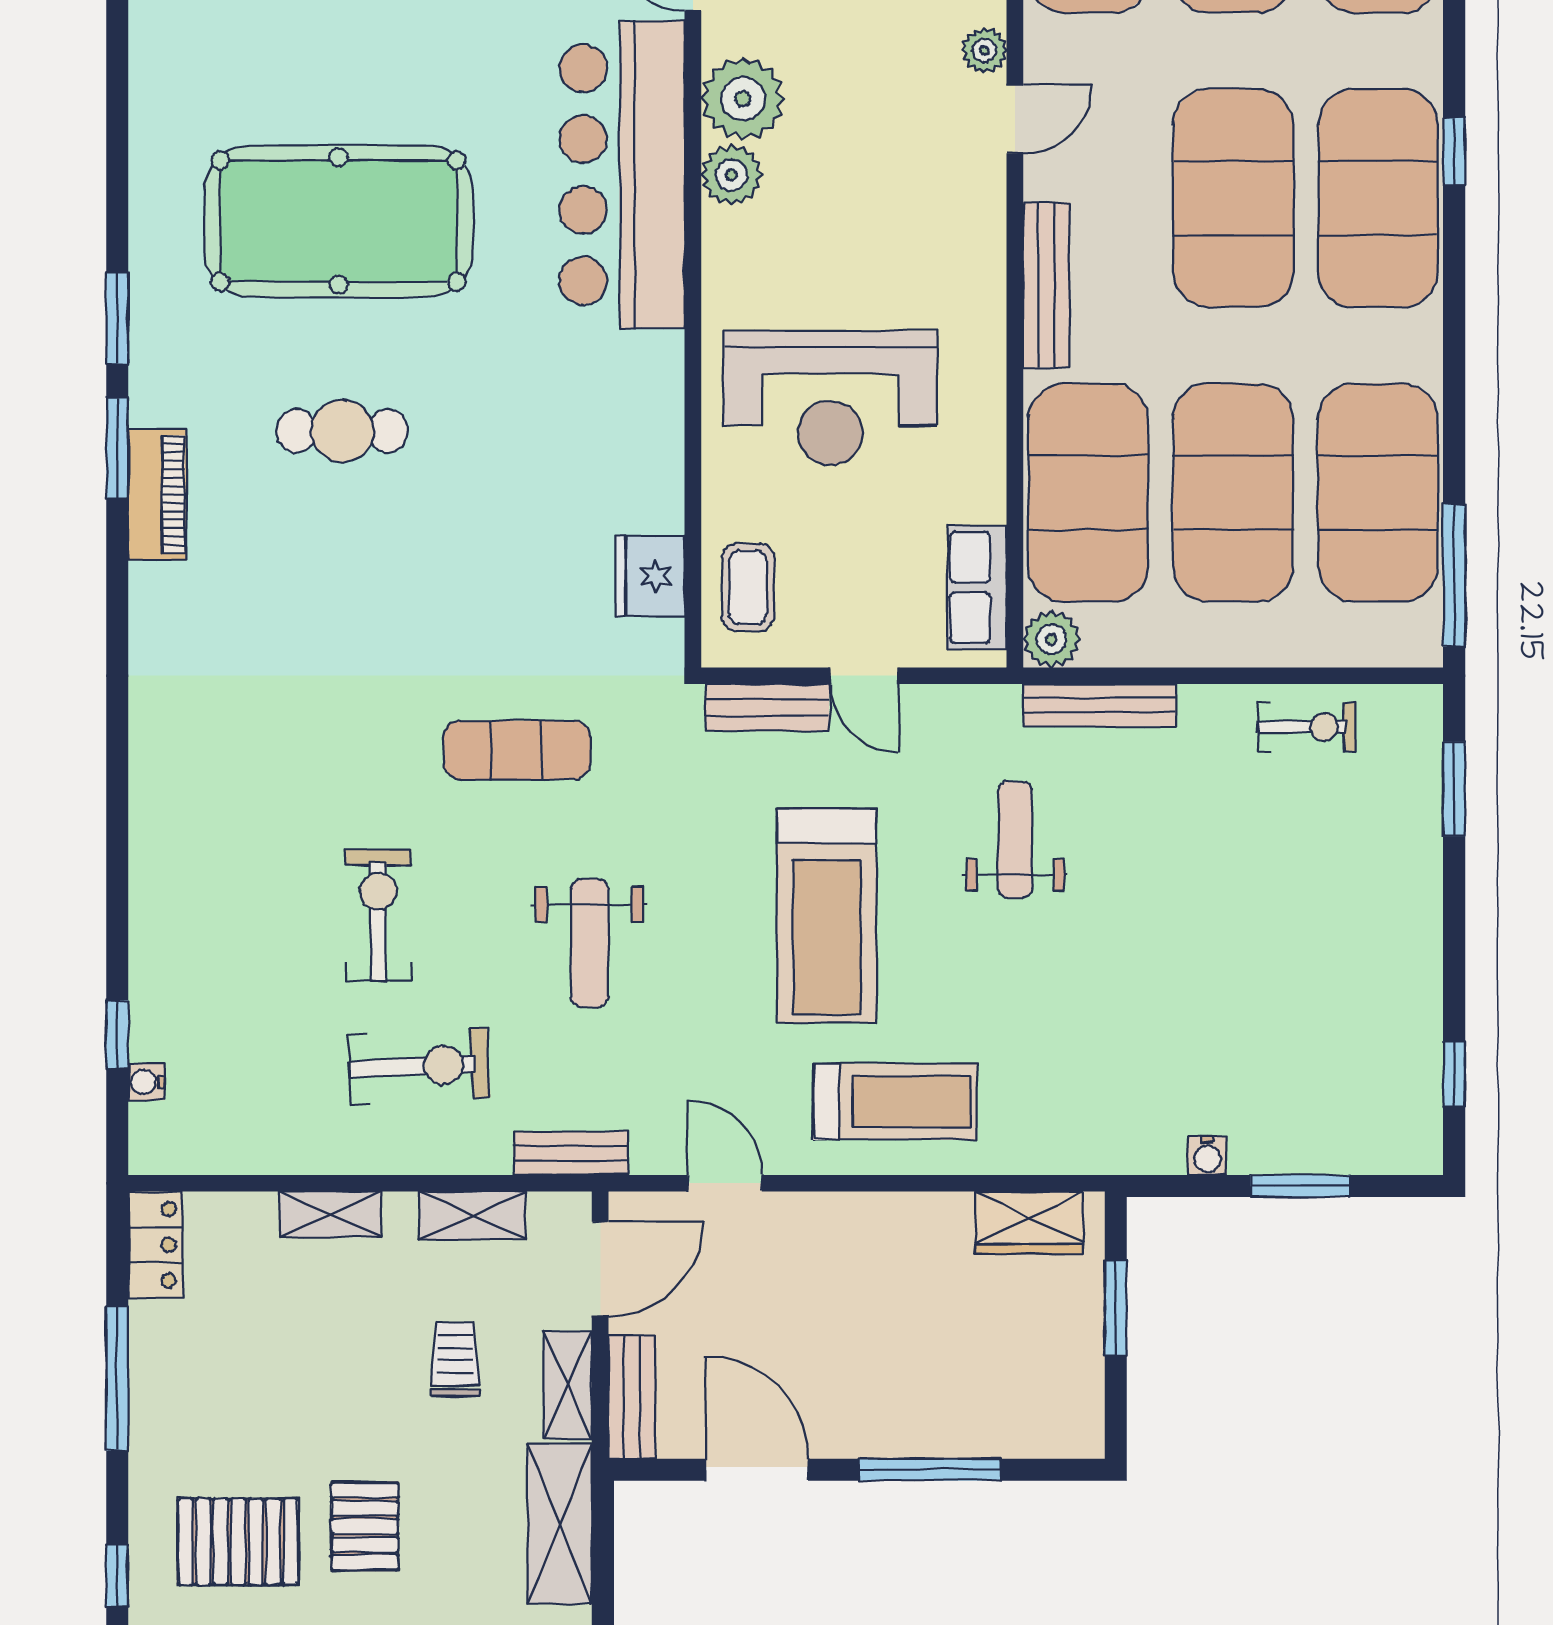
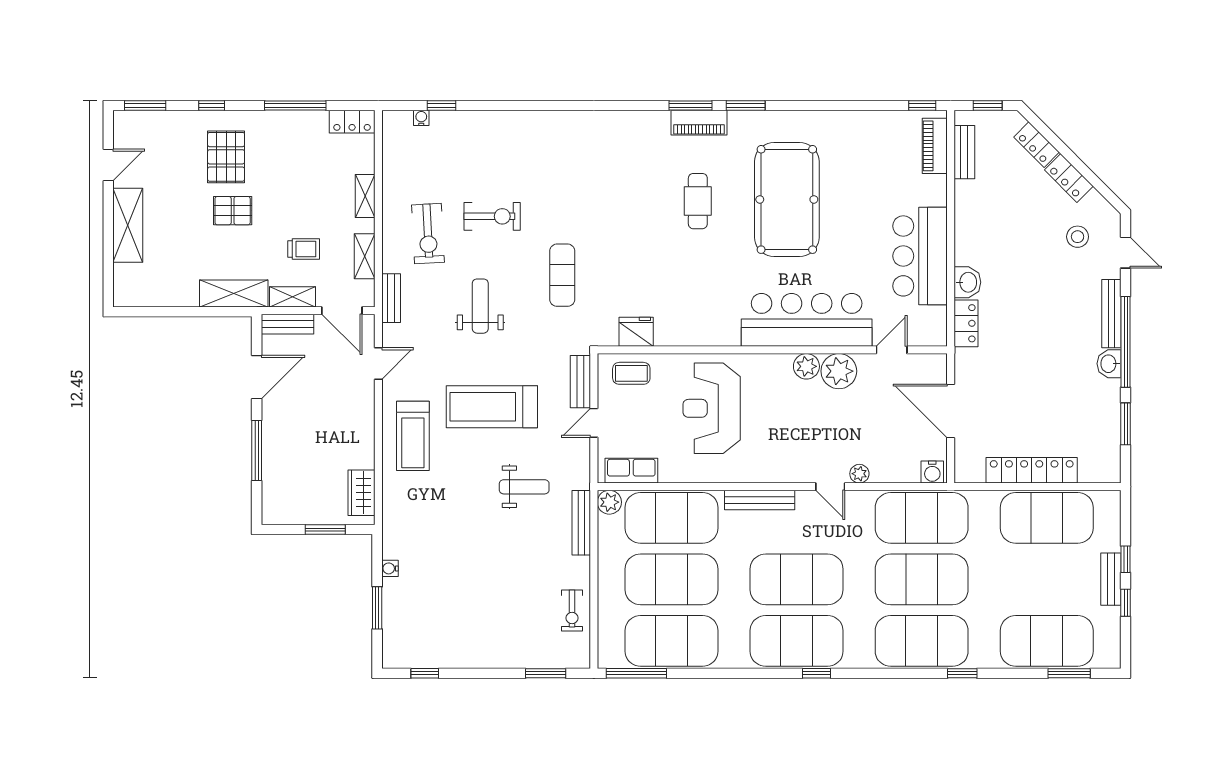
piano: (157, 495) -> (699, 123), moved
weight bench: (589, 943) -> (480, 306), turned 90

